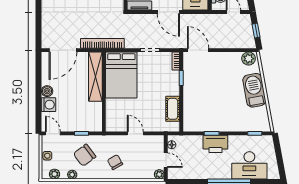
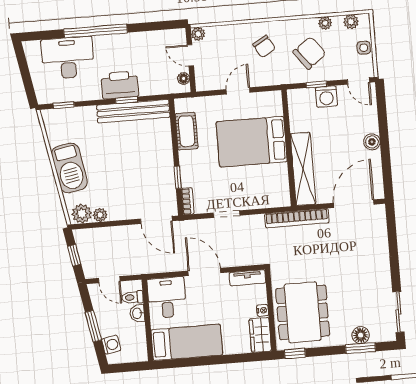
plant: (236, 57) -> (100, 215), added
bed: (121, 75) -> (252, 142), moved, turned -90
washing machine: (48, 105) -> (326, 97), moved, turned -90
bench: (208, 125) -> (133, 111), added
door: (135, 133) -> (238, 91), swing flipped

